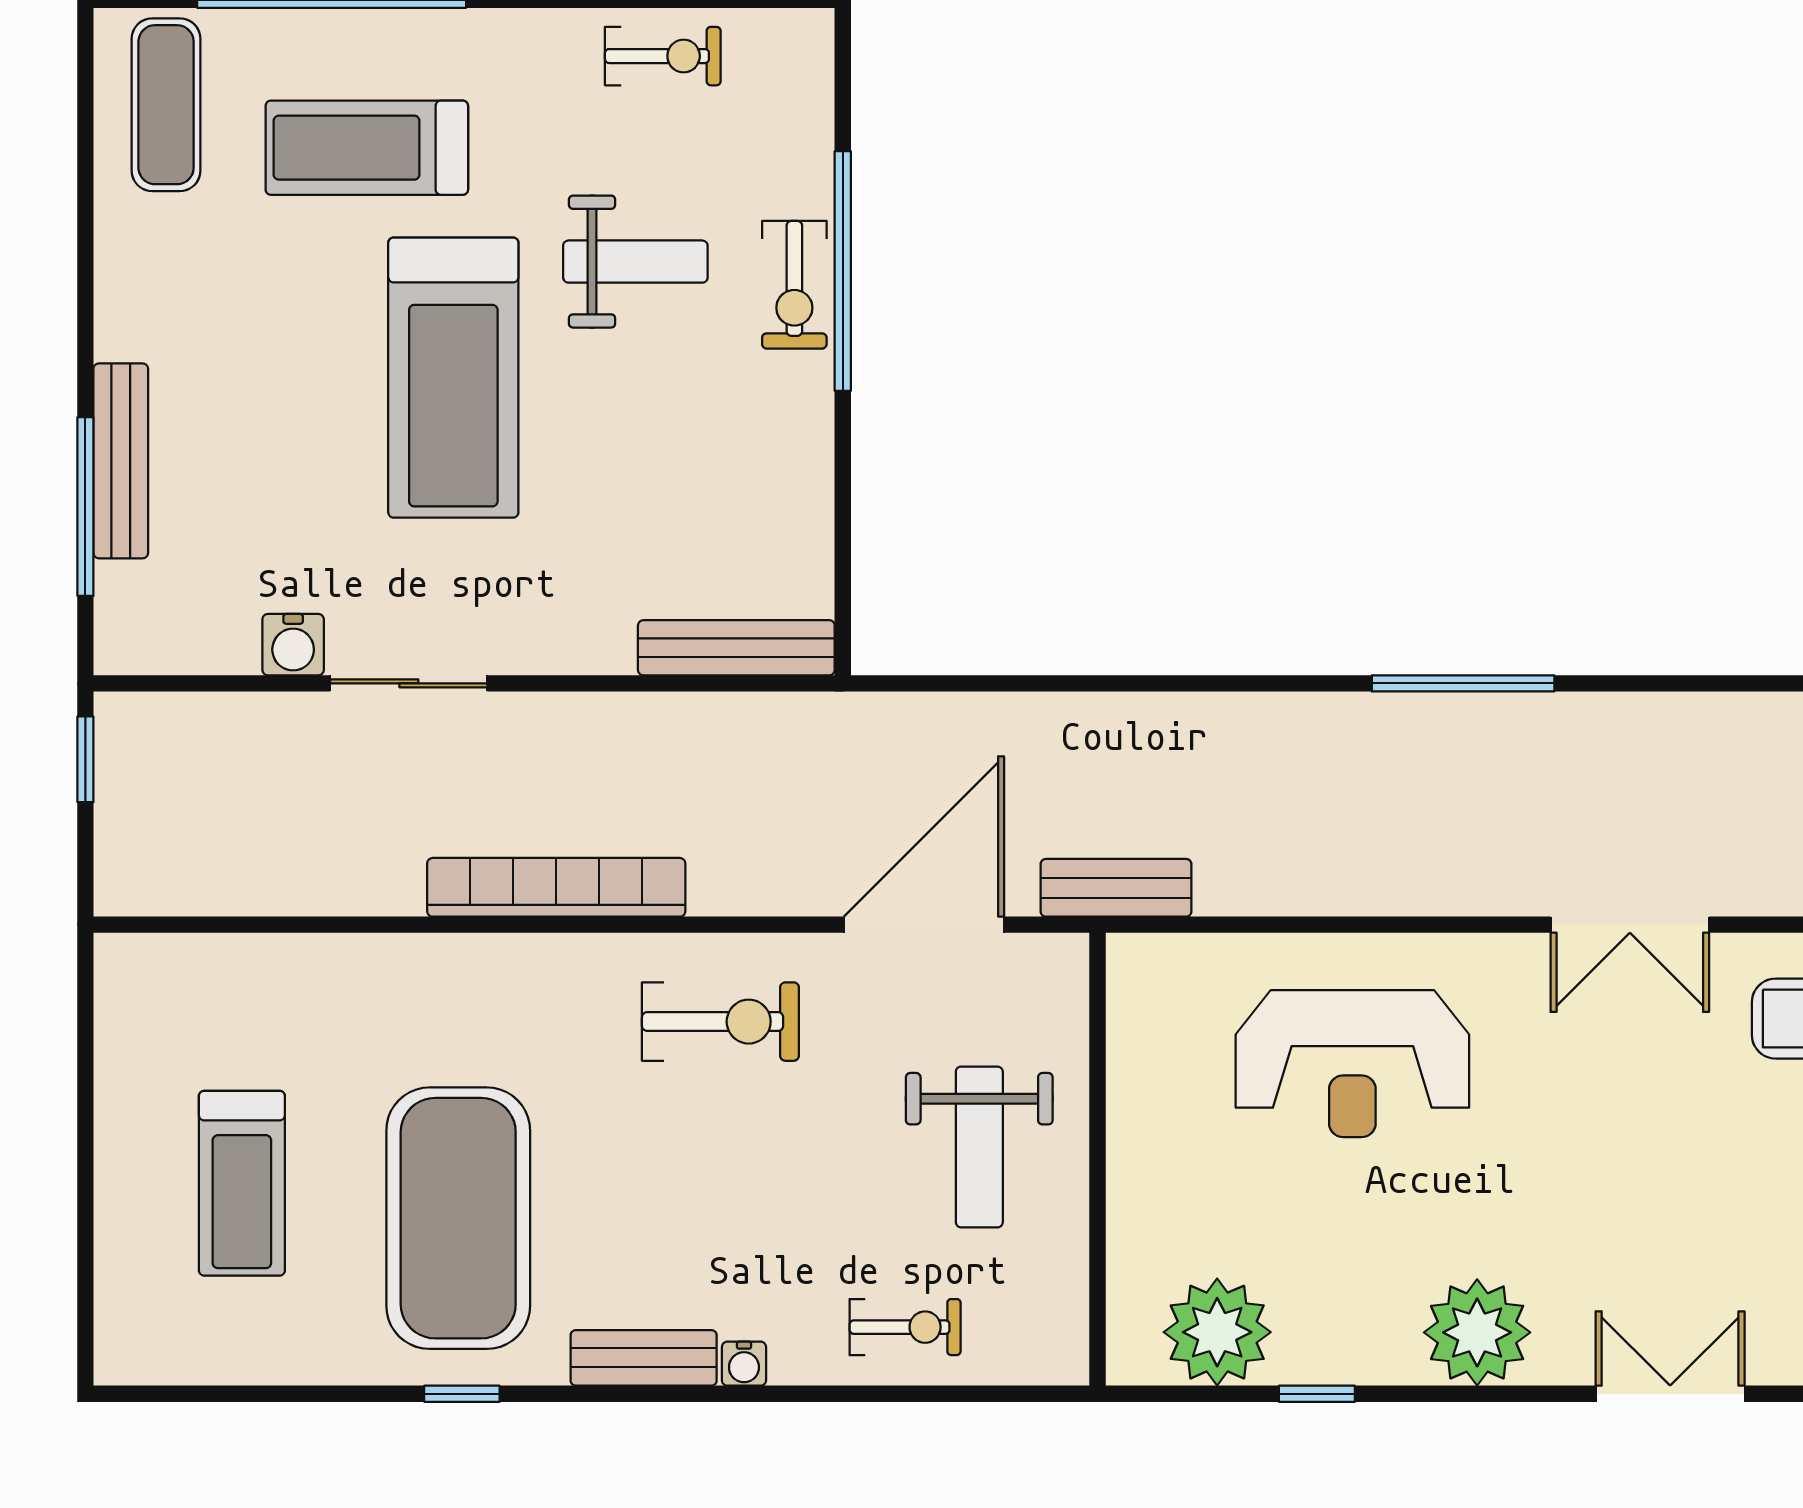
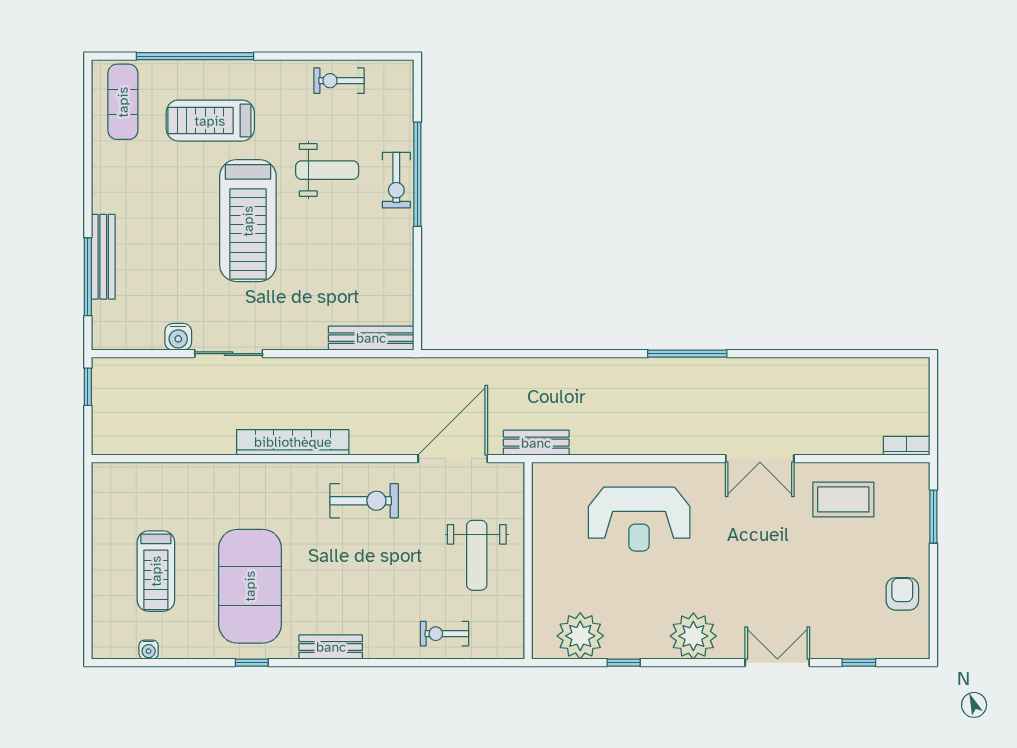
exercise bike: (663, 56) -> (339, 81), turned 180
exercise bike: (905, 1327) -> (444, 634), turned 180
water cooler: (744, 1364) -> (149, 650), moved

